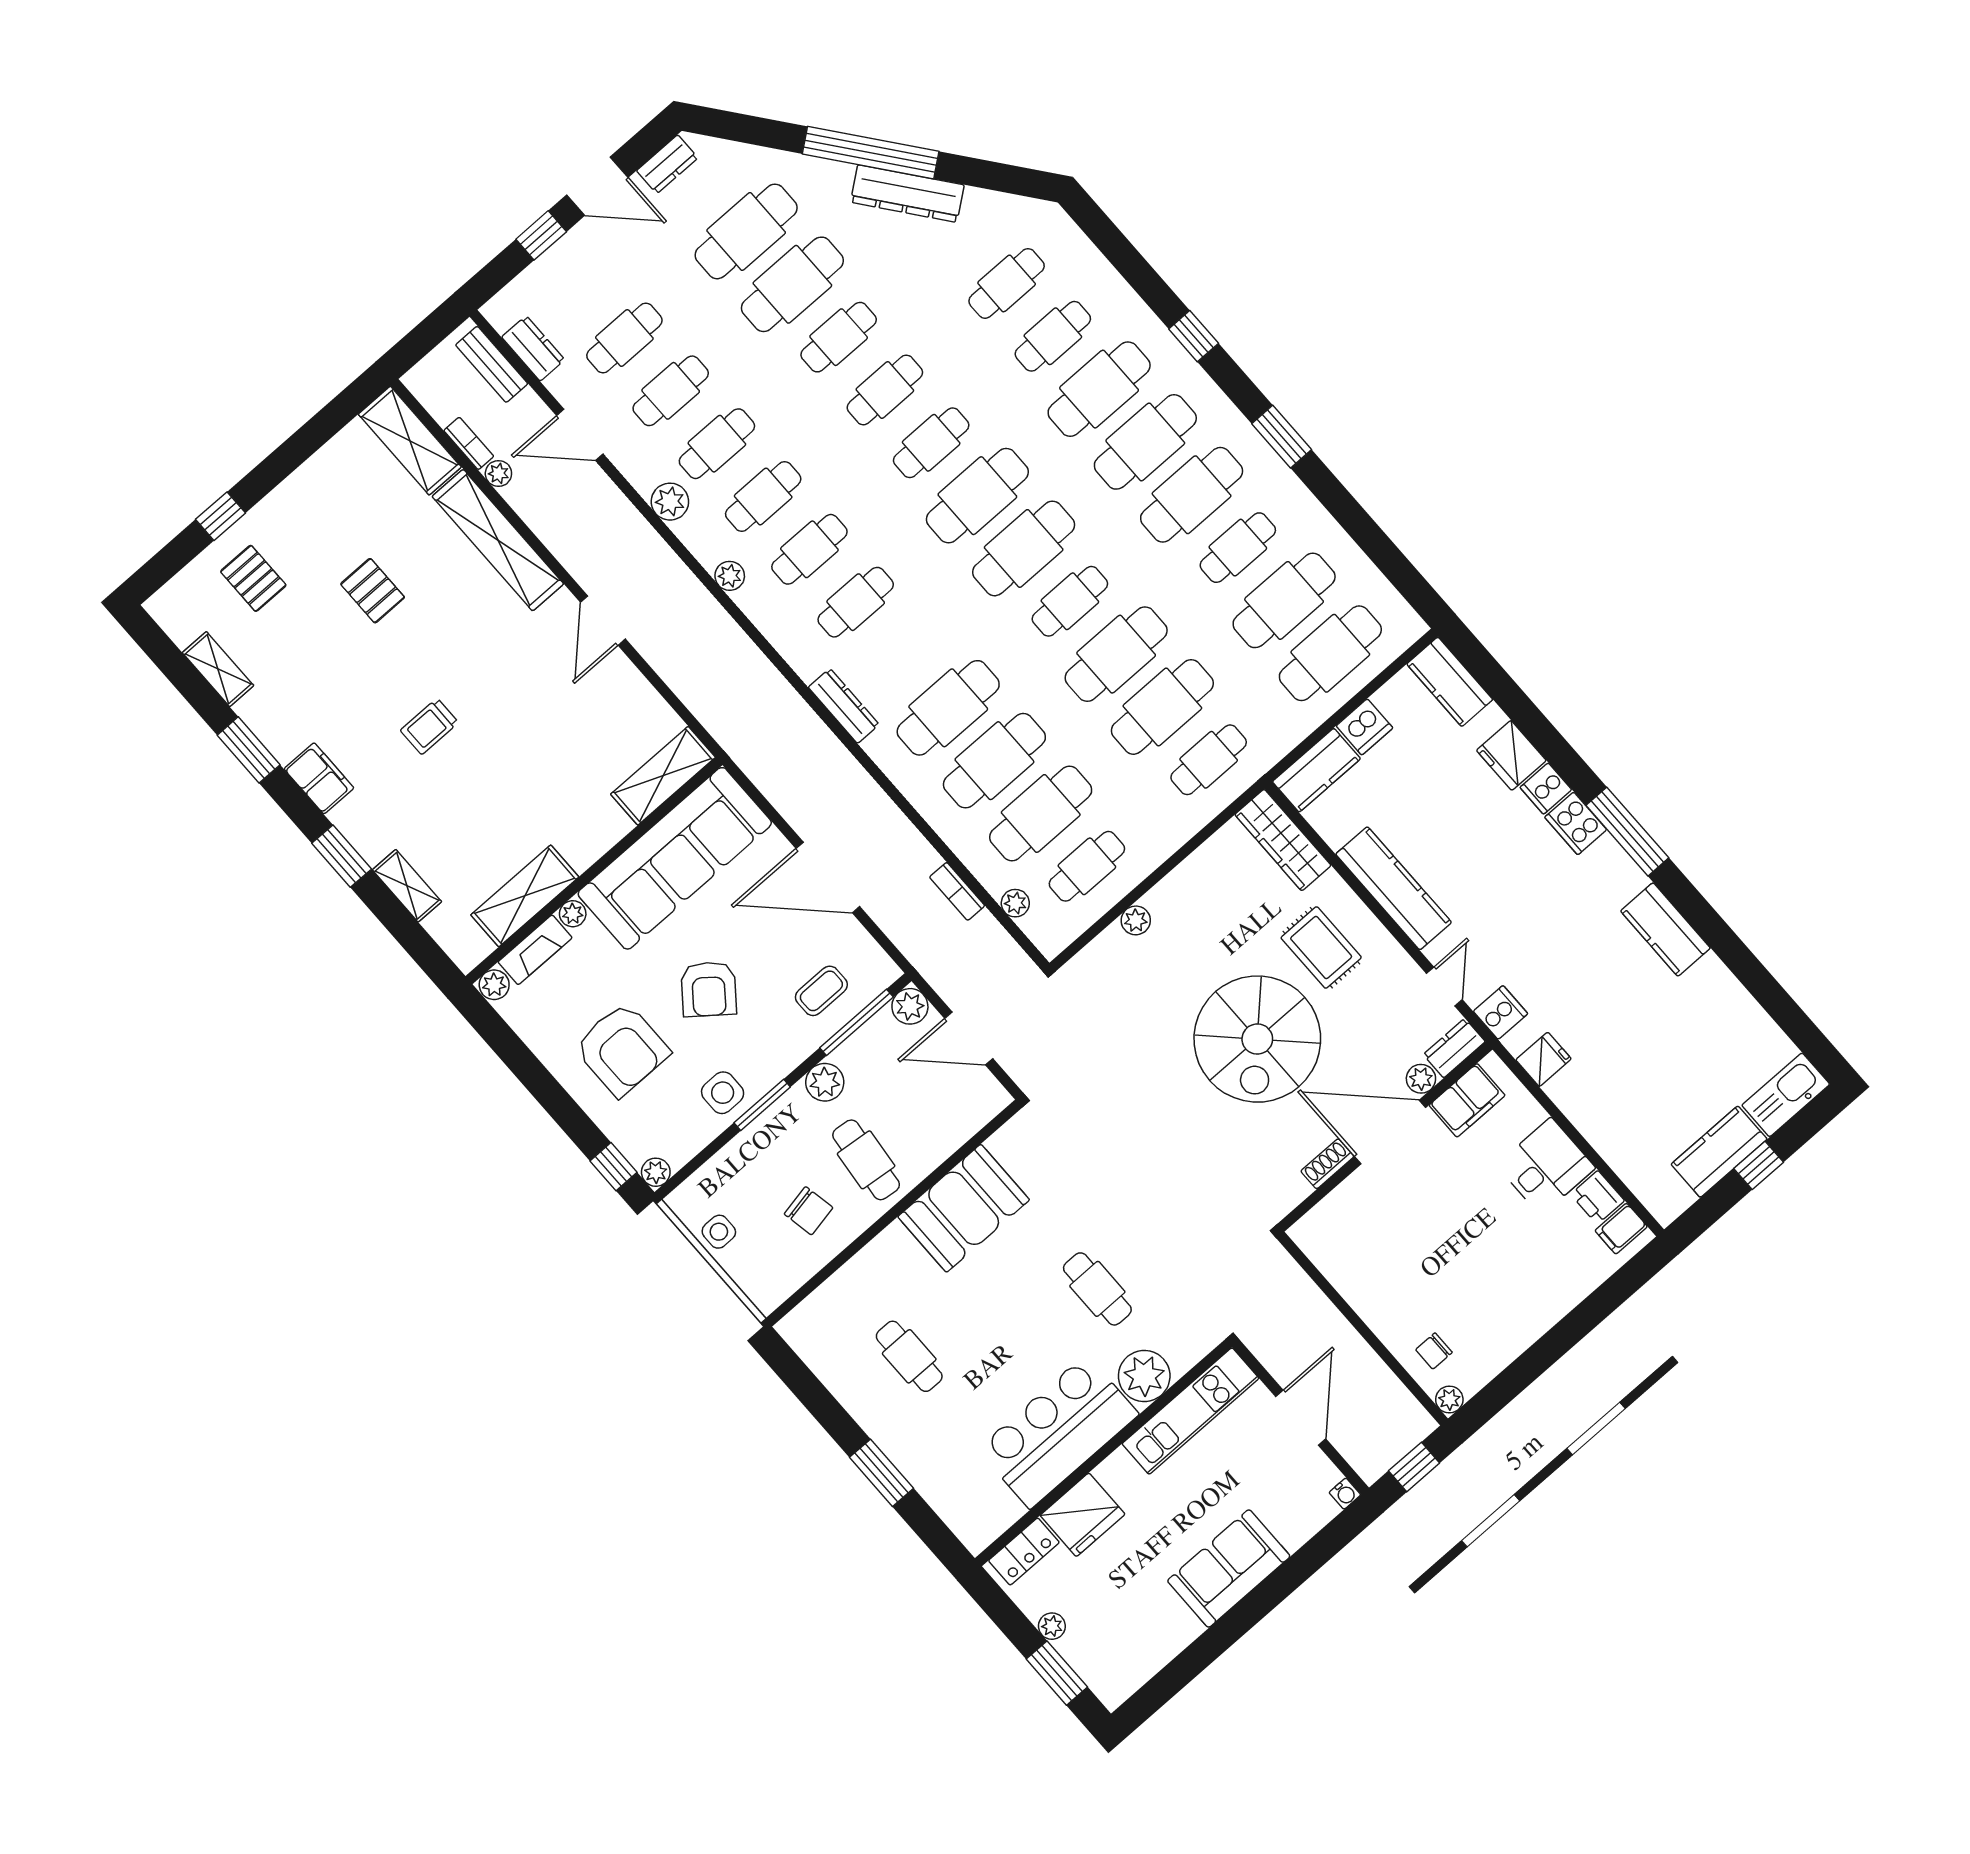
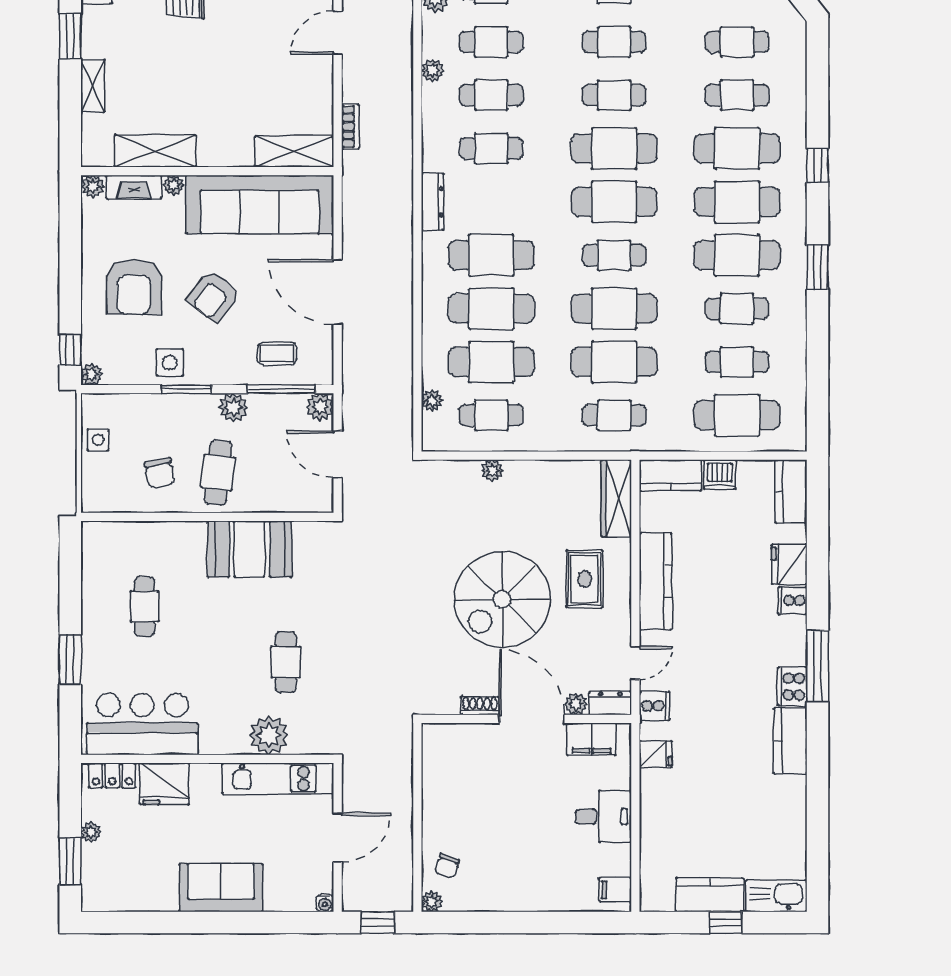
cafe table: (1284, 600) -> (737, 362), width x0.73, depth x0.74
cooker: (1576, 823) -> (792, 687), moved
bookcase: (957, 891) -> (350, 127), moved, turned 180
printer: (1597, 1197) -> (617, 860), removed
chair: (1434, 1351) -> (447, 866), turned -71
bar counter: (1058, 1432) -> (142, 724), moved

